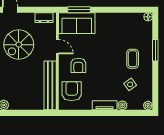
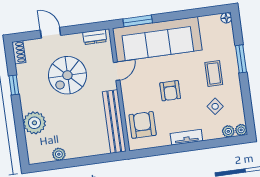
sofa: (77, 23) -> (157, 39), width x1.85, depth x1.27
door: (57, 47) -> (117, 71), hinge flipped
armchair: (78, 65) -> (170, 91), moved
plant: (122, 105) -> (228, 131), moved

